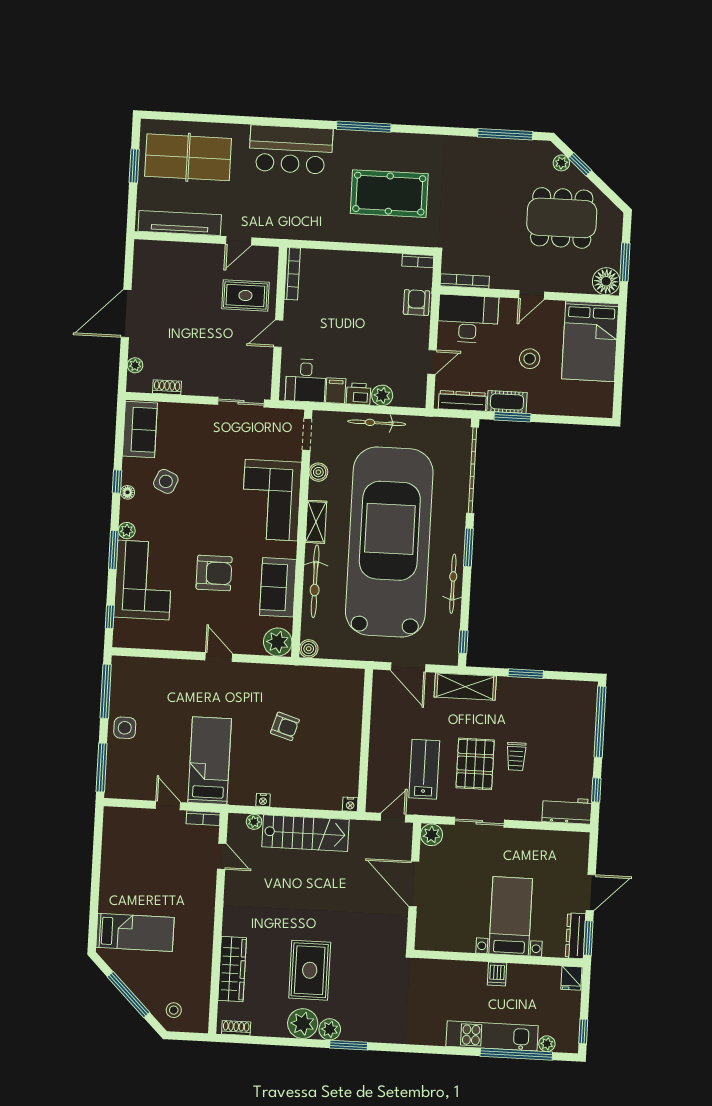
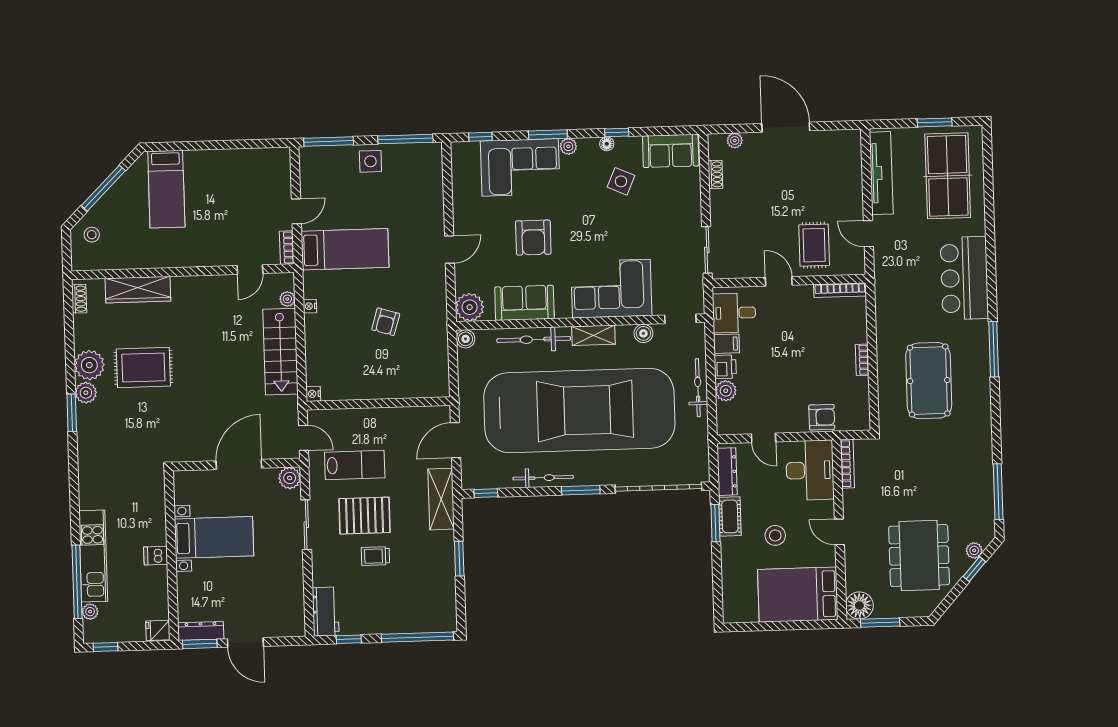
bookcase: (418, 261) -> (862, 360), moved
bed with nightstands: (511, 916) -> (214, 537), moved

